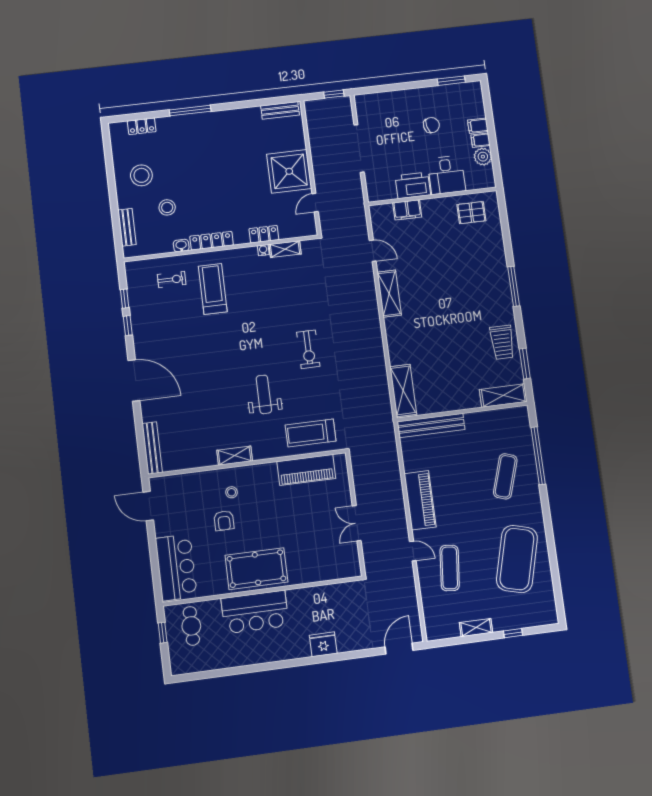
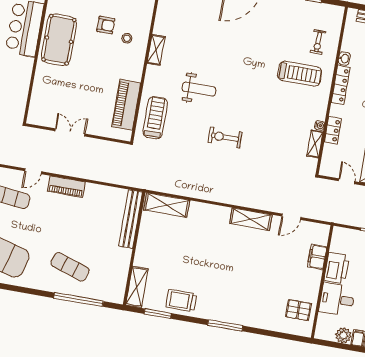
pallet: (471, 213) -> (298, 310), turned 90
piano: (420, 500) -> (66, 187), width x0.73, depth x0.75
armchair: (224, 521) -> (106, 25), turned 180

